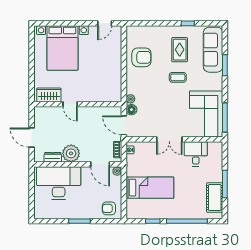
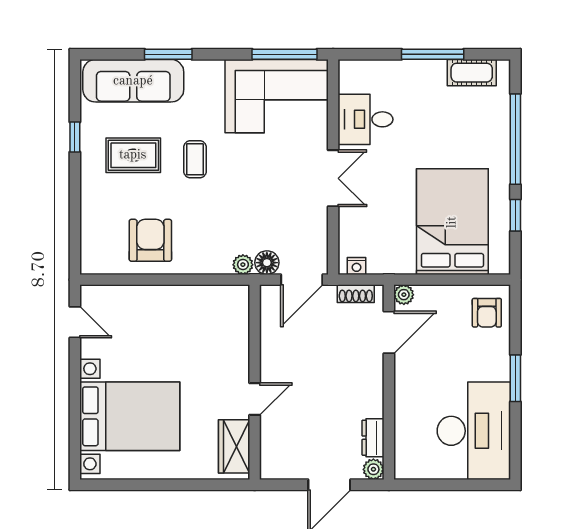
plant: (71, 153) -> (373, 469), moved, width x0.53, depth x0.53
desk: (59, 183) -> (474, 431), moved, turned 180
bed: (150, 188) -> (452, 222), width x1.50
cot: (215, 198) -> (472, 73), width x0.73, depth x0.75

